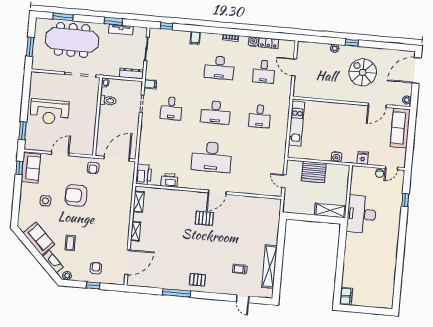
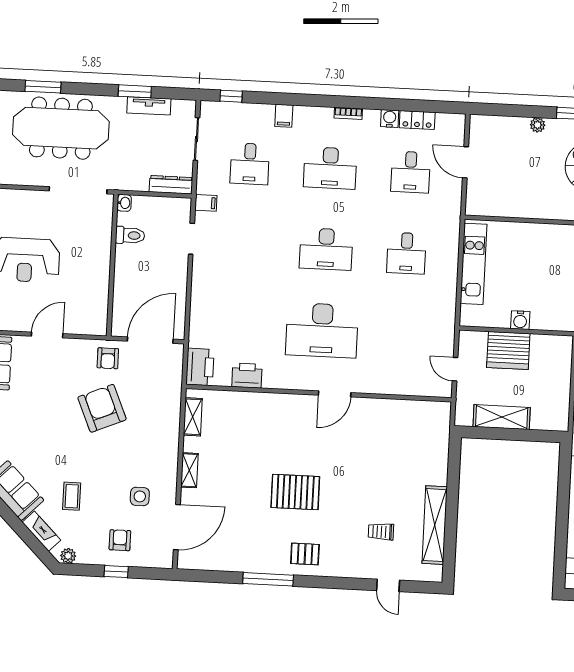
desk: (171, 108) -> (250, 164), moved
water cooler: (336, 157) -> (520, 320), moved
armchair: (76, 195) -> (102, 408), moved, turned 67
side table: (45, 201) -> (140, 496), moved
shelving: (330, 210) -> (502, 417), moved
pallet: (204, 218) -> (295, 492), moved, width x1.50, depth x1.42

